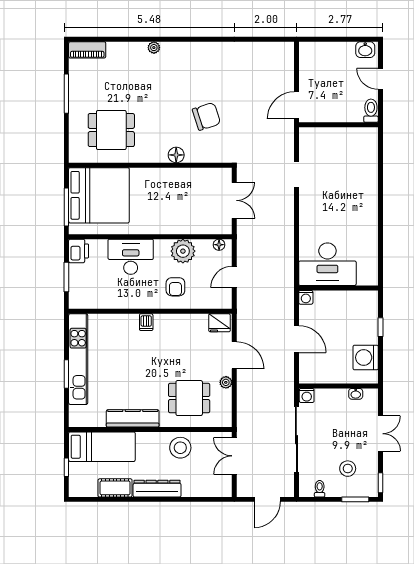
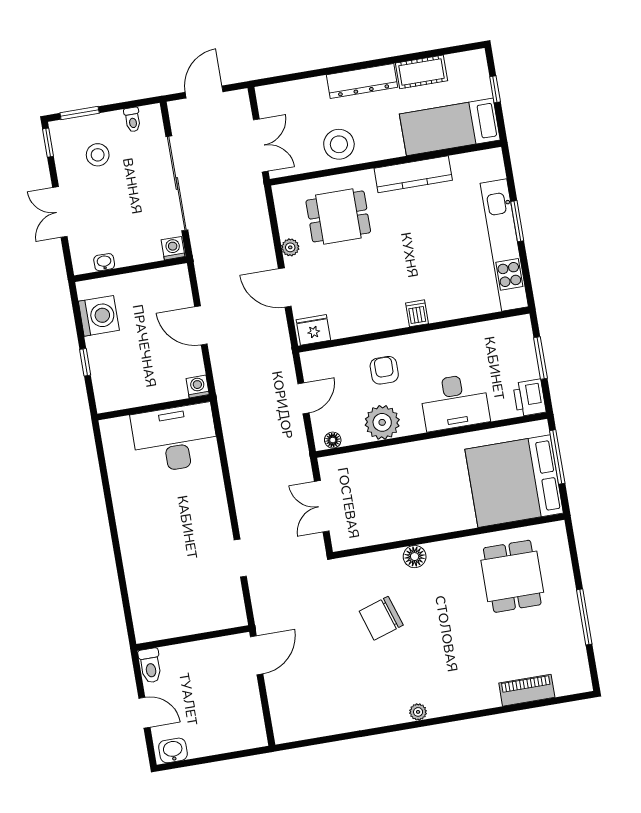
plant: (154, 48) -> (418, 712), moved
piano: (87, 50) -> (527, 690), moved
dining table: (111, 130) -> (512, 576), turned 90

